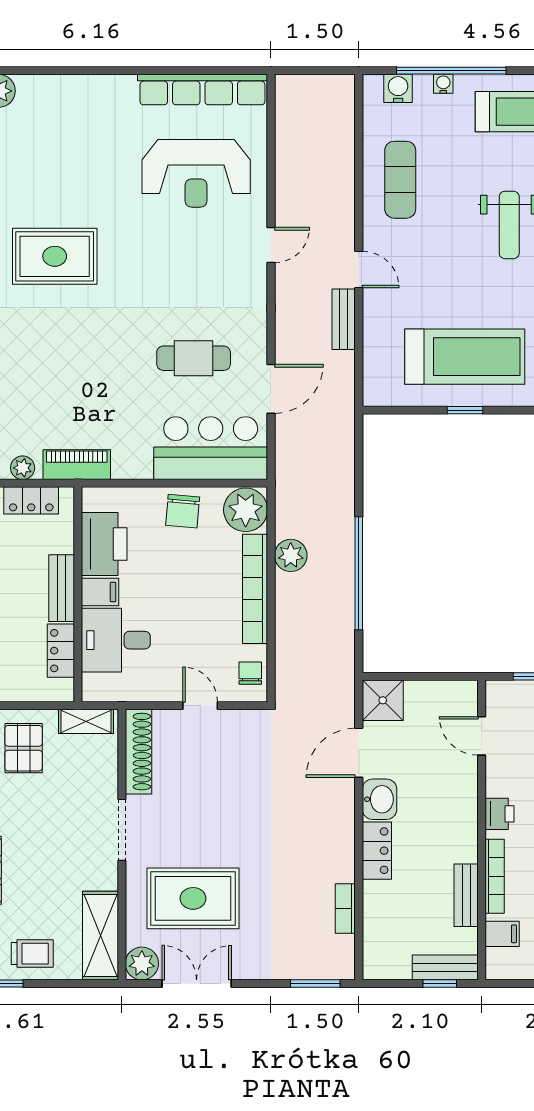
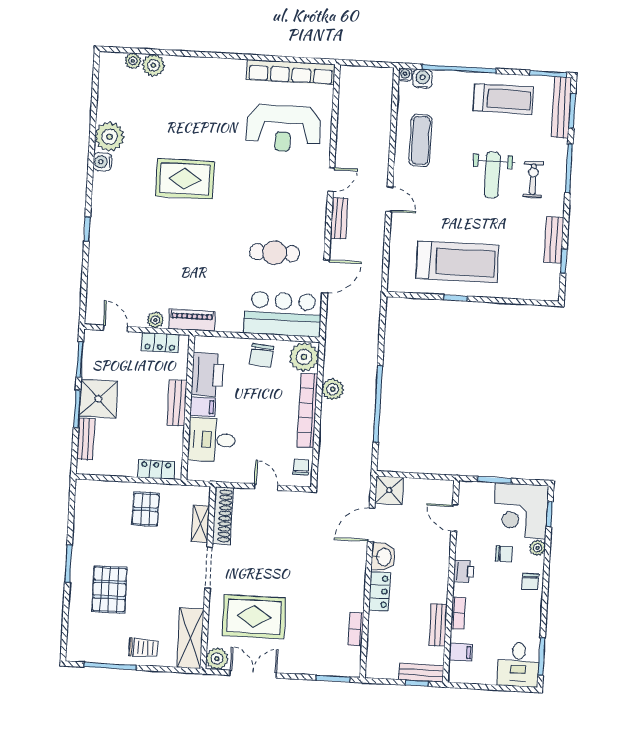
water cooler: (443, 84) -> (405, 75), moved
bench: (344, 319) -> (339, 218), moved
locker: (61, 651) -> (156, 469), moved, turned 90
shelving: (86, 721) -> (200, 524), moved, turned 90
bookcase: (495, 876) -> (458, 613), width x0.64

